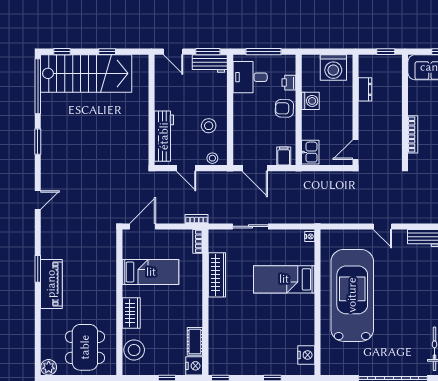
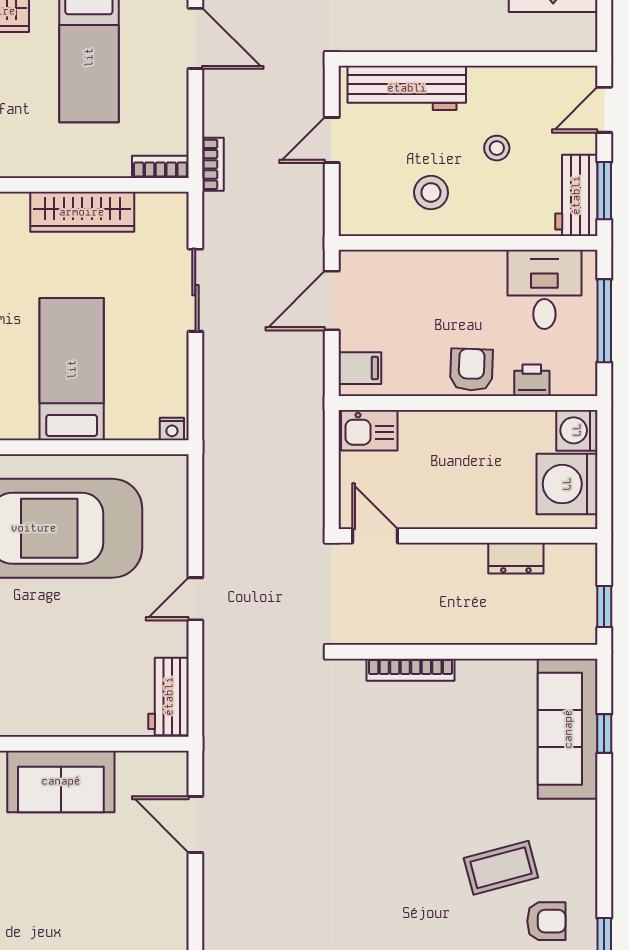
washing machine: (310, 101) -> (577, 430), moved, turned 90
stool: (212, 158) -> (497, 148), moved

